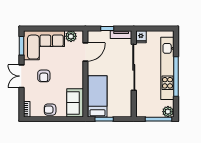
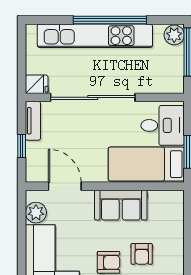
sofa: (75, 103) -> (121, 205), moved
desk: (118, 105) -> (163, 125), added
armchair: (50, 110) -> (142, 254), moved

